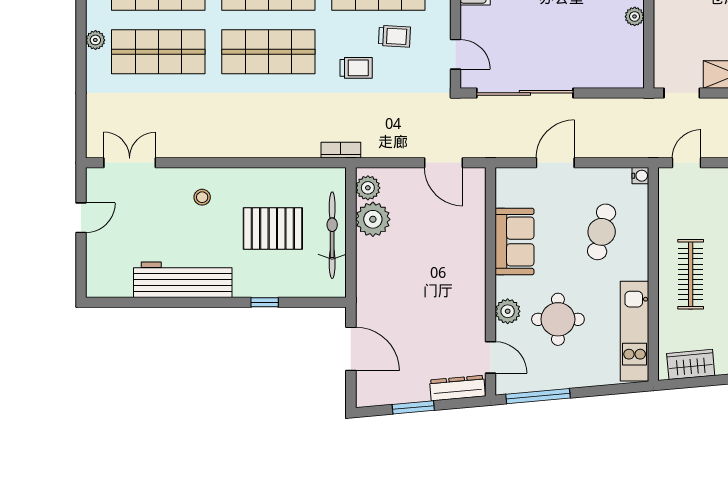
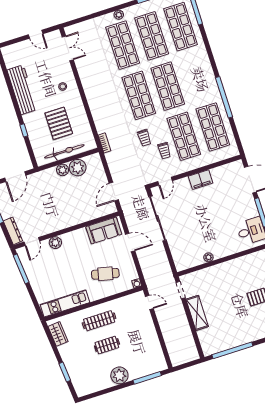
plant: (368, 188) -> (63, 170), moved
sofa: (514, 241) -> (104, 231), moved
round table: (558, 319) -> (59, 267), removed

